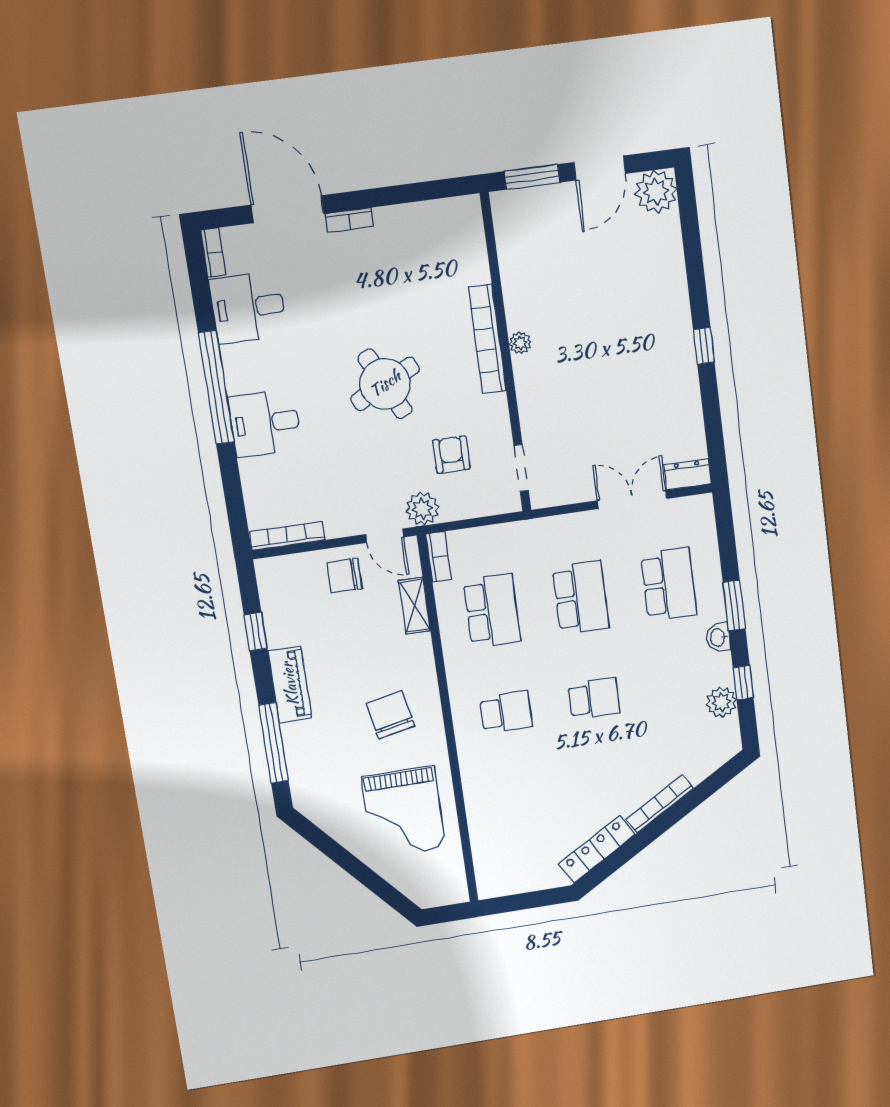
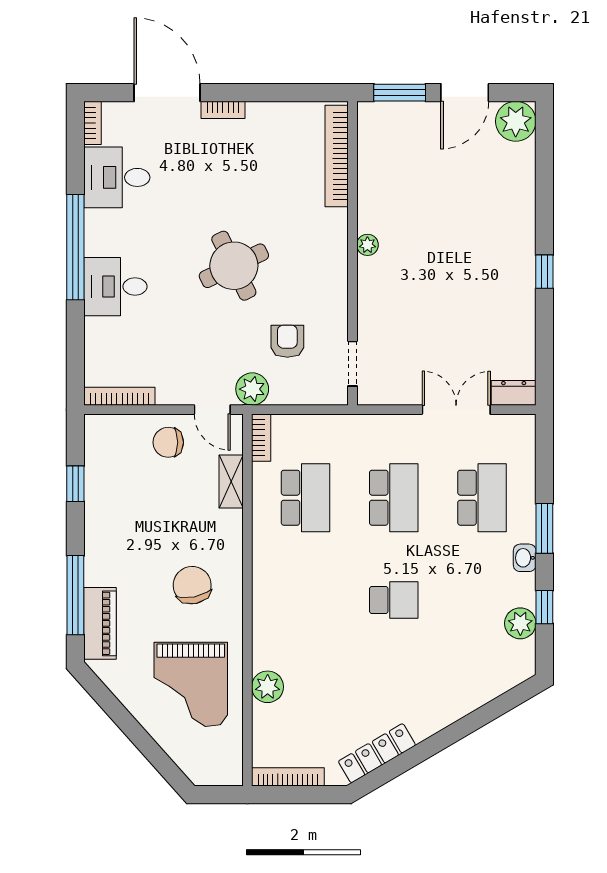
bookcase: (487, 339) -> (337, 156), moved
piano: (290, 684) -> (100, 623), moved
school desk: (506, 712) -> (305, 600), removed
plant: (480, 803) -> (268, 687), added
bookcase: (660, 804) -> (288, 777), moved, turned 30

